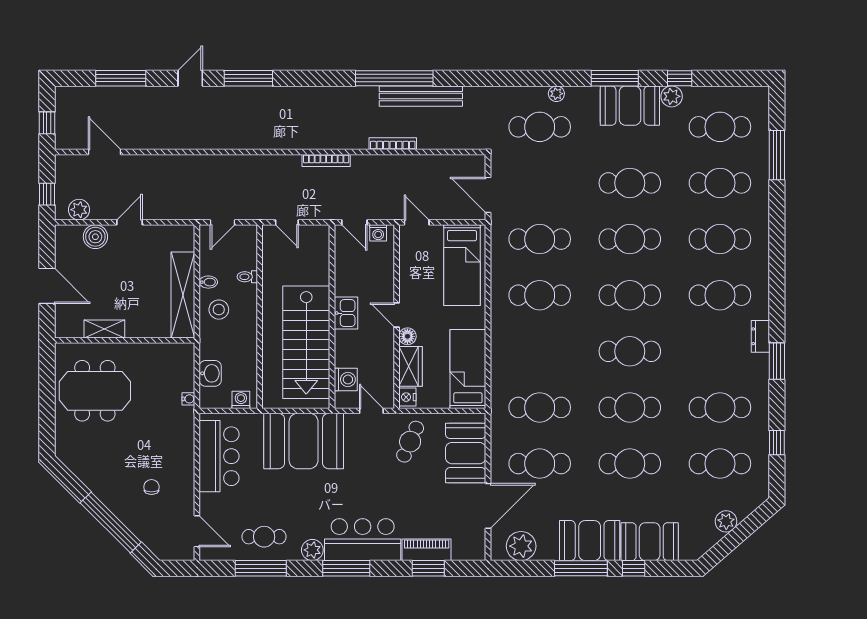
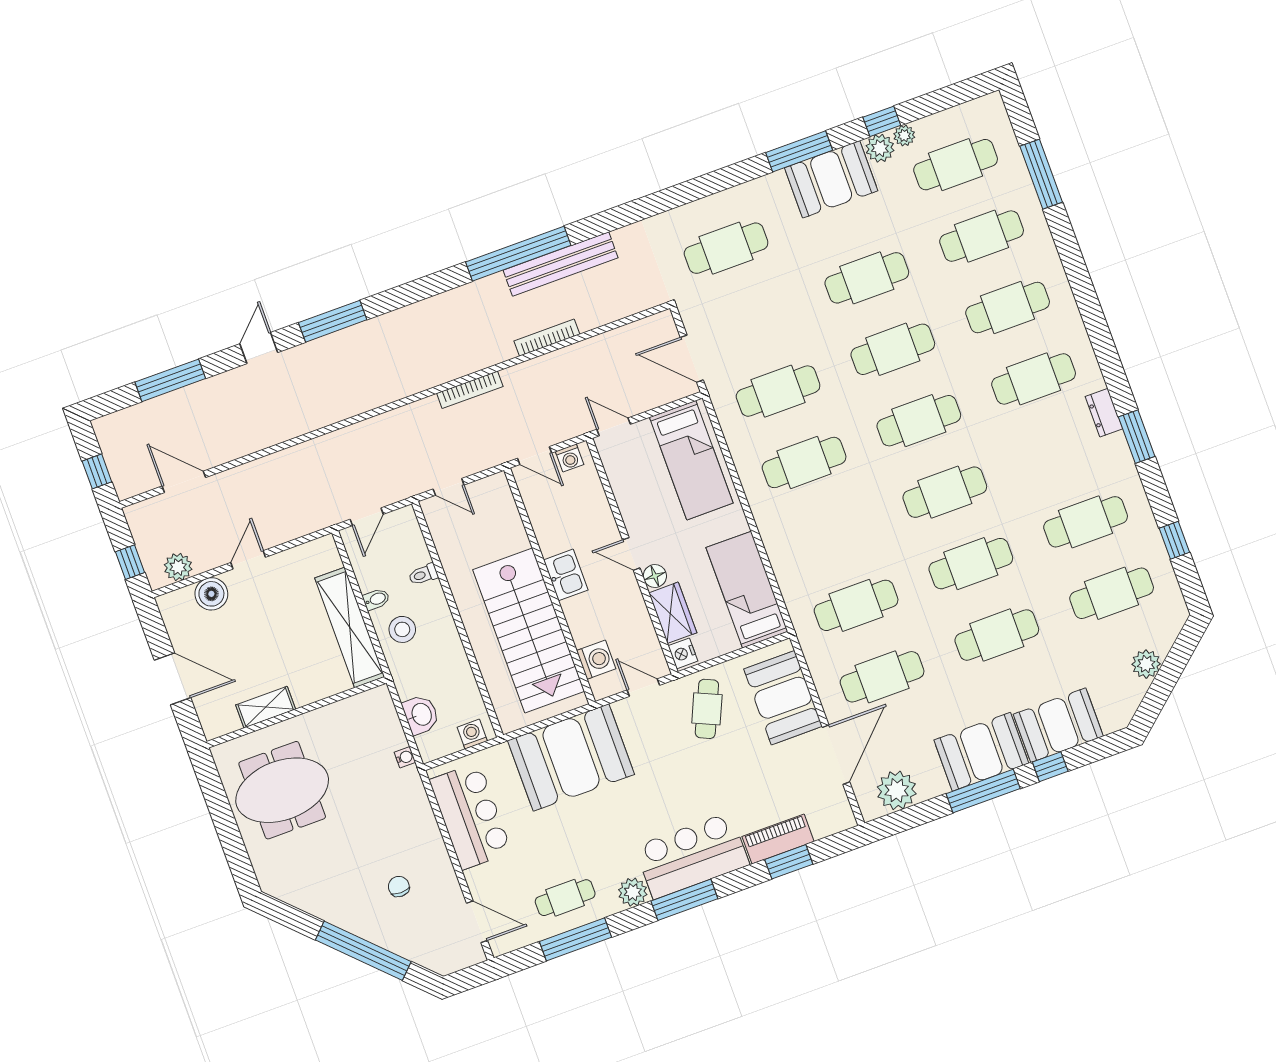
plant: (556, 94) -> (904, 136), moved

